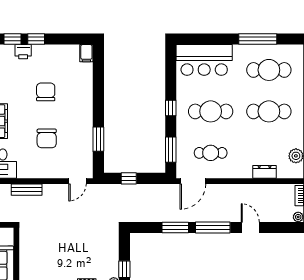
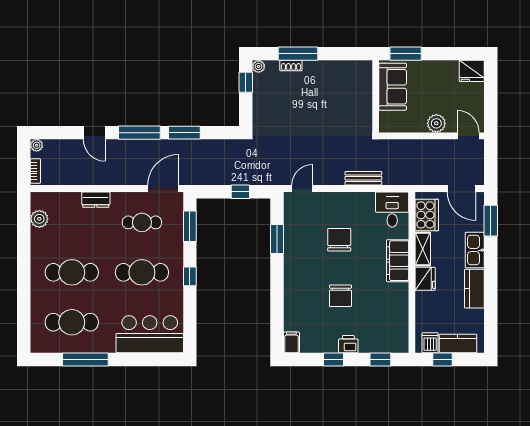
window: (36, 39) -> (333, 359), moved
printer: (23, 52) -> (348, 344), moved
dresser: (265, 172) -> (96, 200), moved

